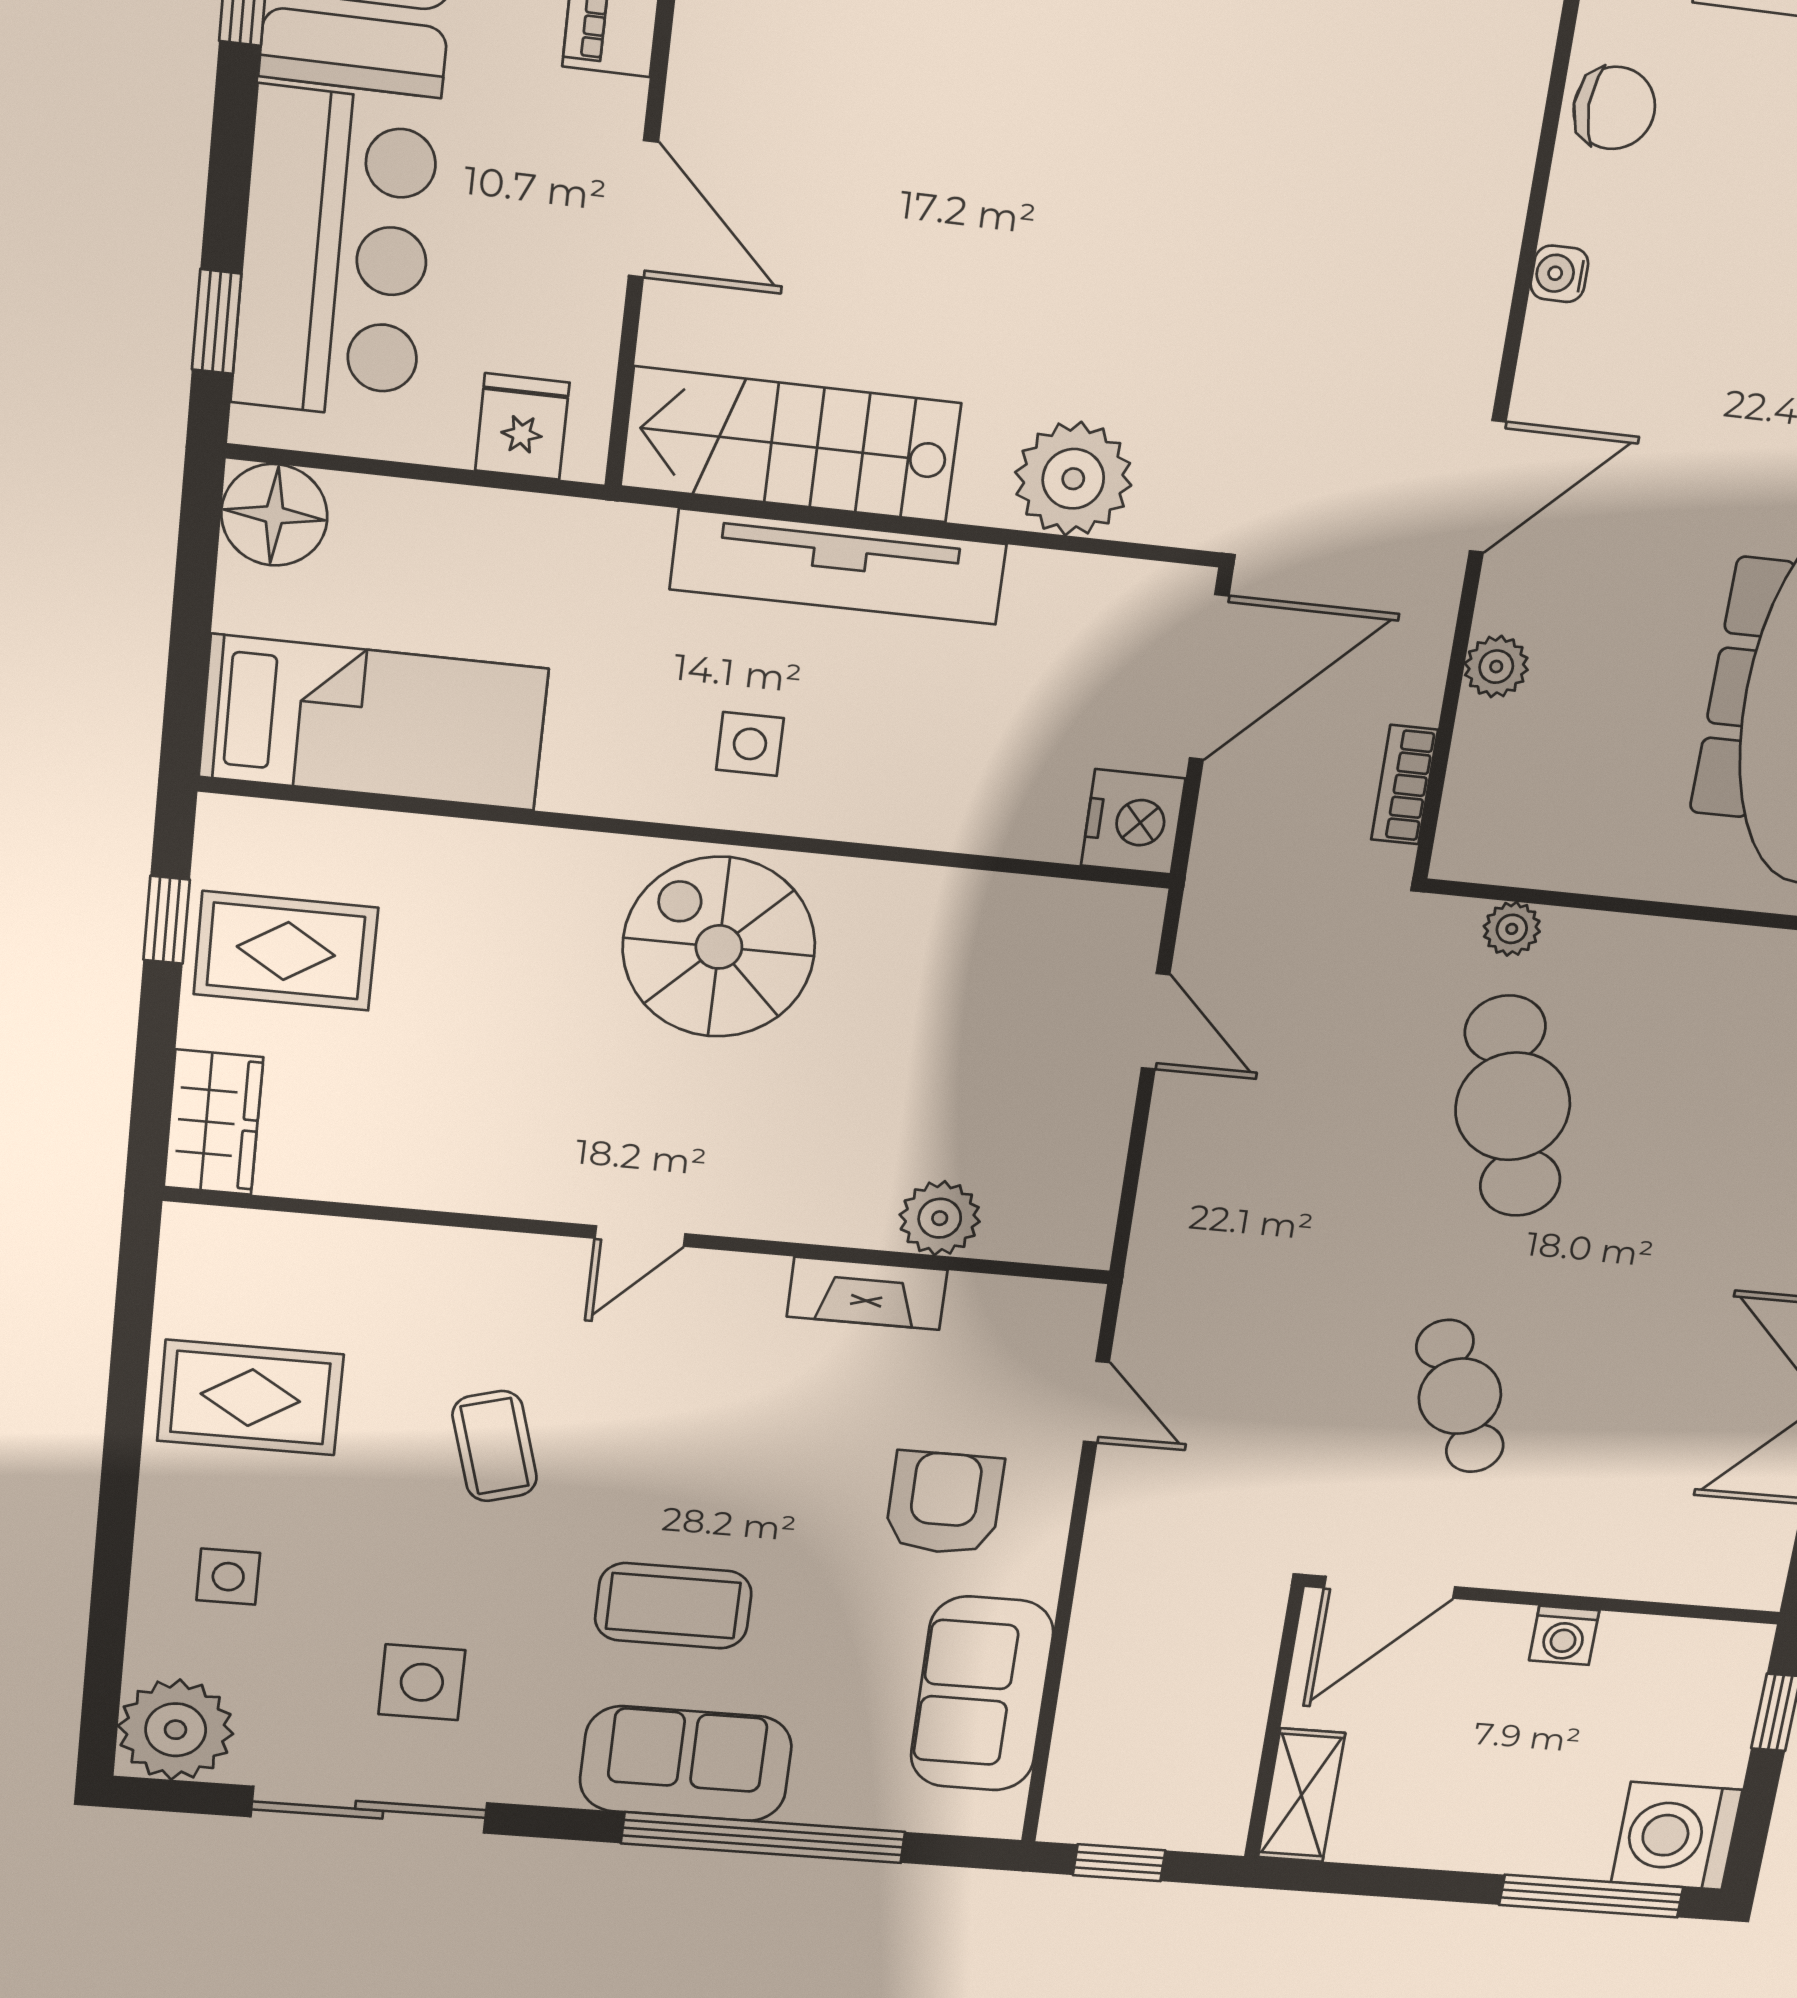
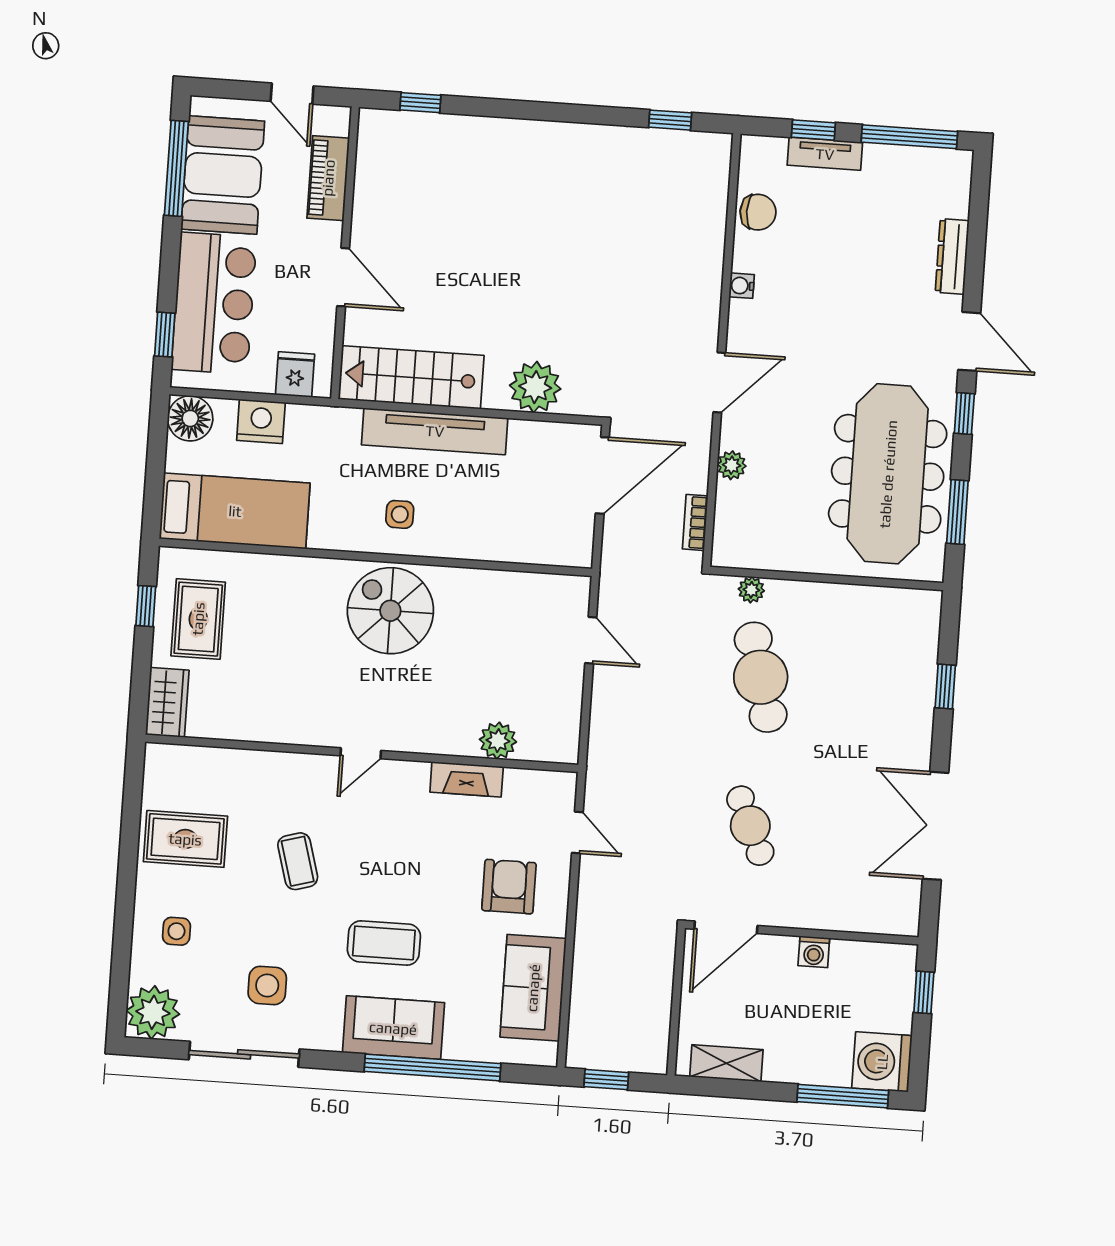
nightstand: (1133, 822) -> (261, 421), moved, turned -90
rug: (286, 951) -> (198, 619), turned 90
shelving: (1301, 1795) -> (726, 1063), moved, turned 90

